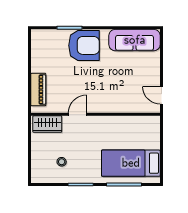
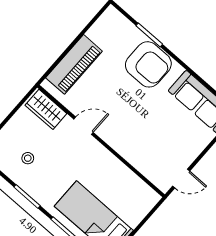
piano: (38, 90) -> (74, 64), width x1.37, depth x1.33
door: (161, 95) -> (181, 179), swing flipped

